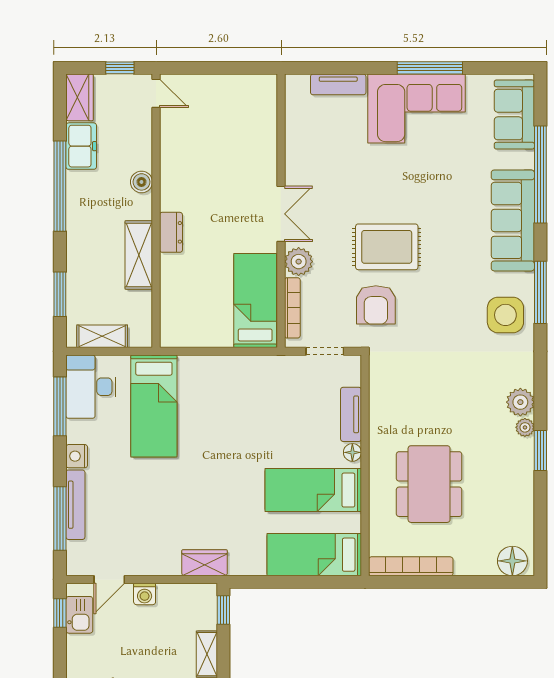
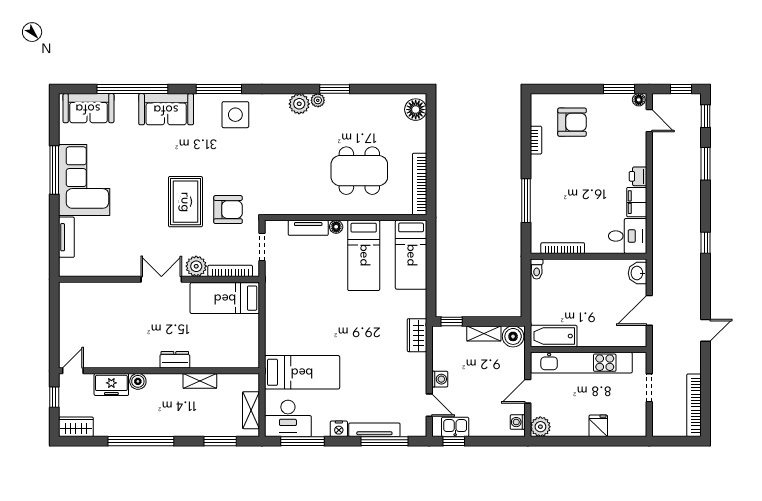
freezer: (81, 146) -> (111, 384), moved, turned 180
sofa: (513, 220) -> (166, 109), width x0.73
shelving: (139, 255) -> (200, 381), width x0.67, depth x0.75

